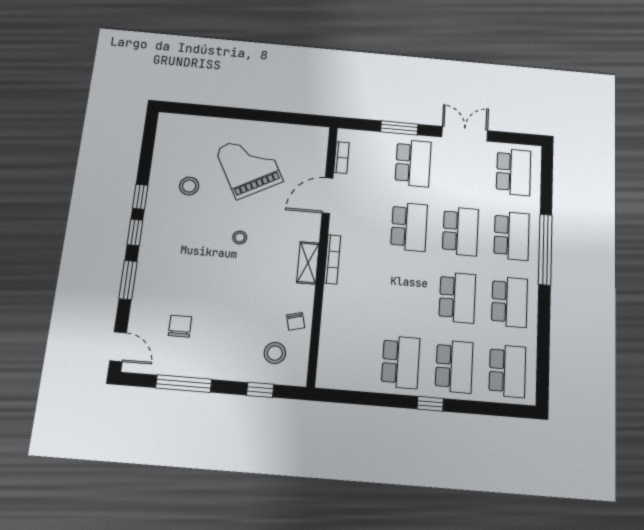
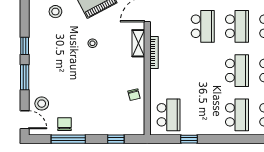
window: (140, 197) -> (25, 22), removed
shelving: (308, 263) -> (138, 43), moved
chair: (180, 326) -> (64, 124), moved
stool: (275, 353) -> (42, 104), moved
school desk: (401, 362) -> (169, 115), moved
window: (430, 404) -> (189, 139), moved

